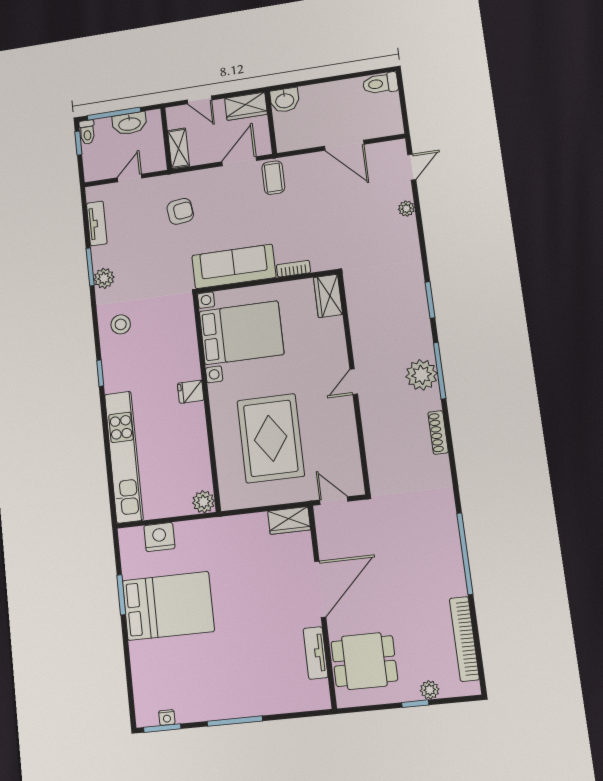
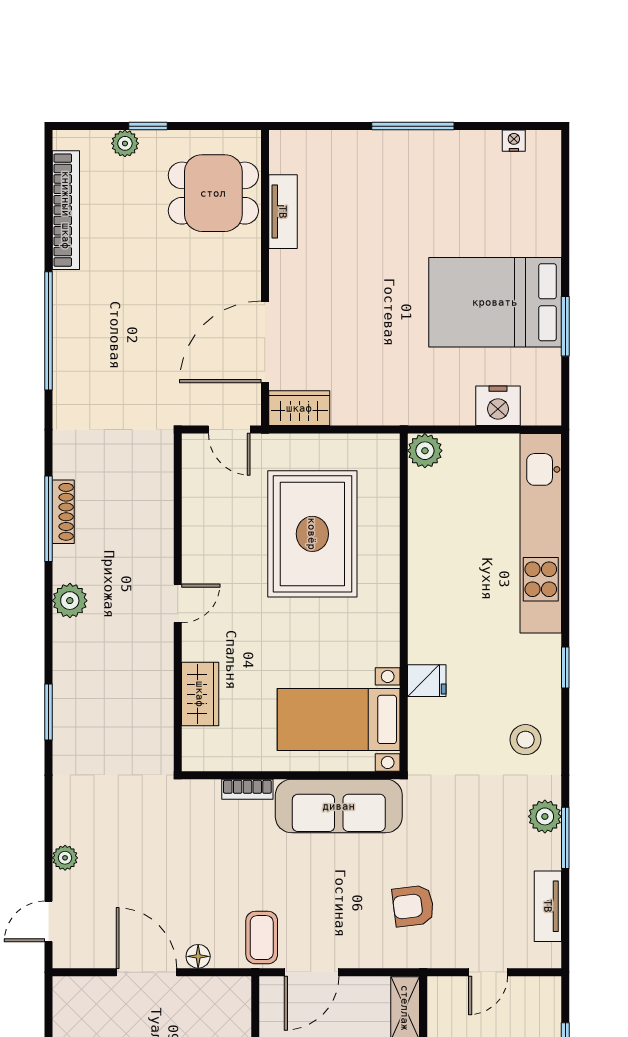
floor lamp: (312, 160) -> (198, 956), added
wardrobe: (328, 296) -> (200, 694), moved
bed with nightstands: (241, 333) -> (339, 719), width x0.73
window: (440, 371) -> (49, 519), moved
plant: (422, 375) -> (70, 601), width x0.73, depth x0.73
fridge: (191, 392) -> (427, 681), moved
door: (320, 589) -> (265, 342), moved
window: (162, 728) -> (522, 126), removed

